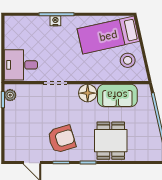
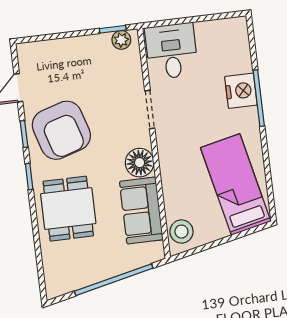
nightstand: (55, 21) -> (241, 91), width x1.89, depth x1.79
stool: (128, 60) -> (181, 232), moved
armchair: (62, 139) -> (61, 130), width x1.36, depth x1.36
dining table: (111, 141) -> (68, 209), turned 90

